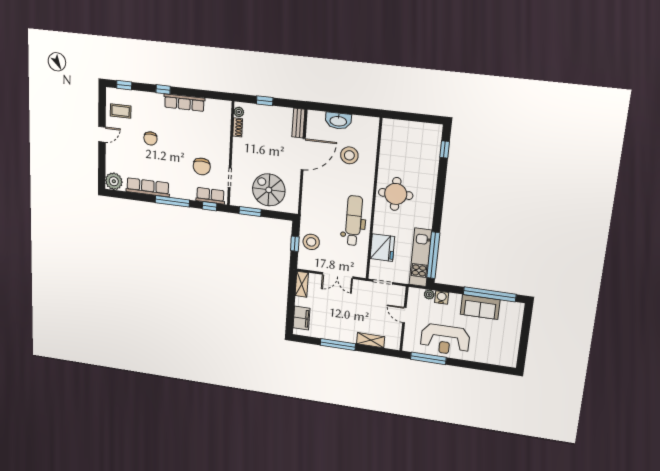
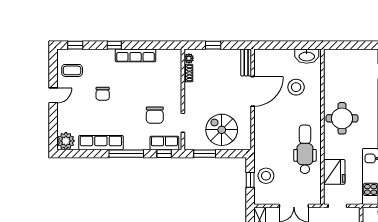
washbasin: (338, 121) -> (307, 56), moved

